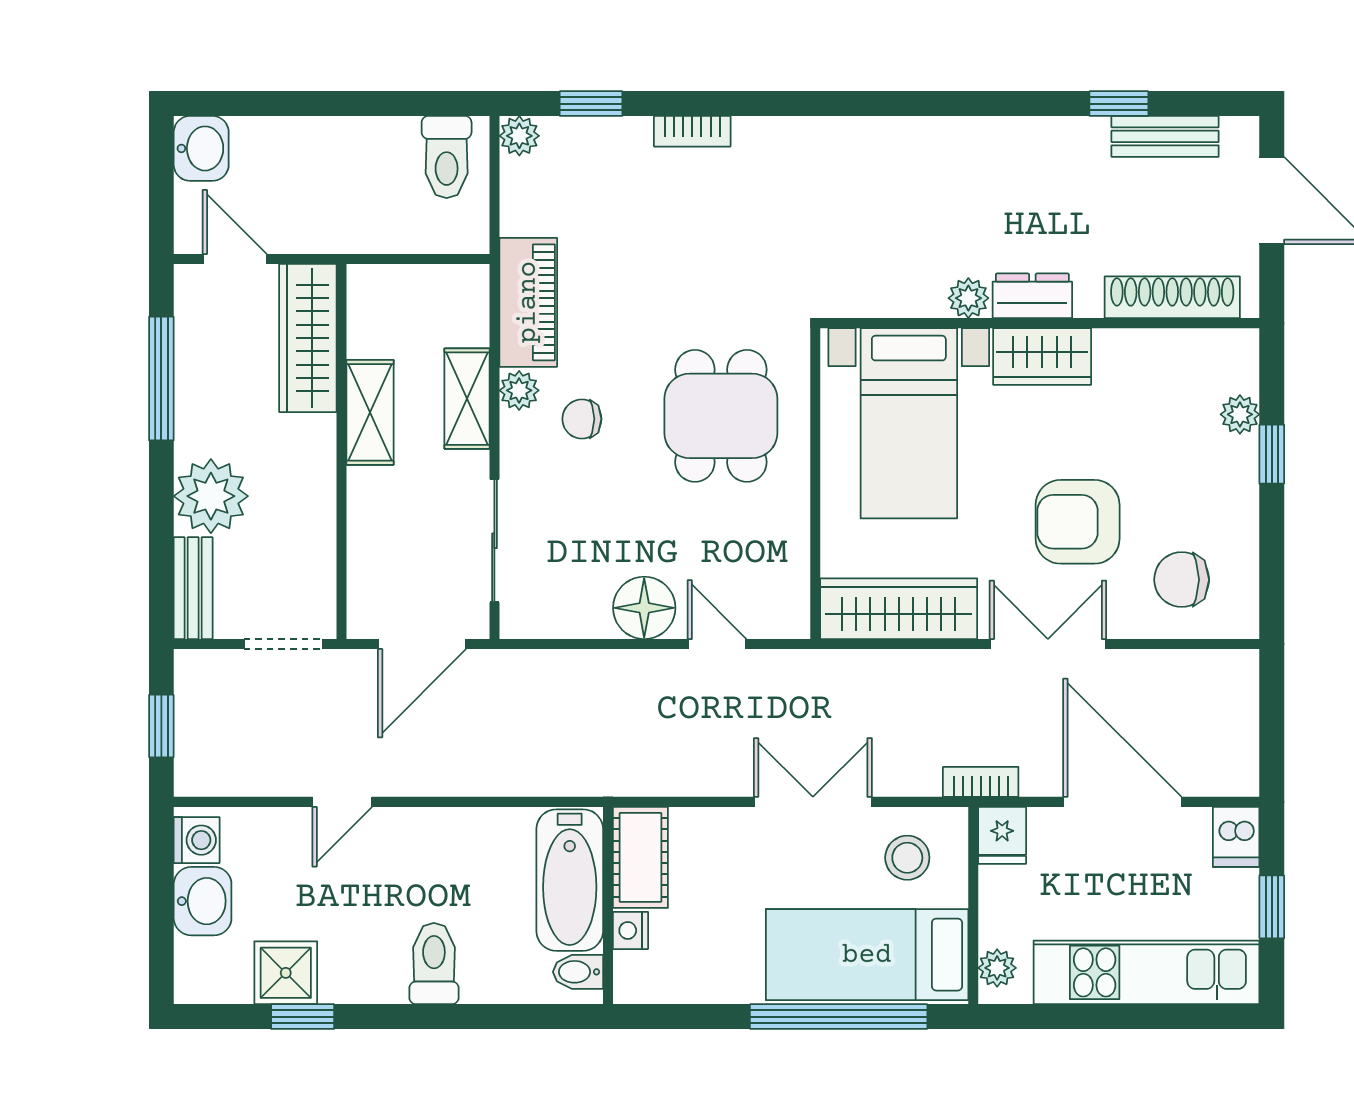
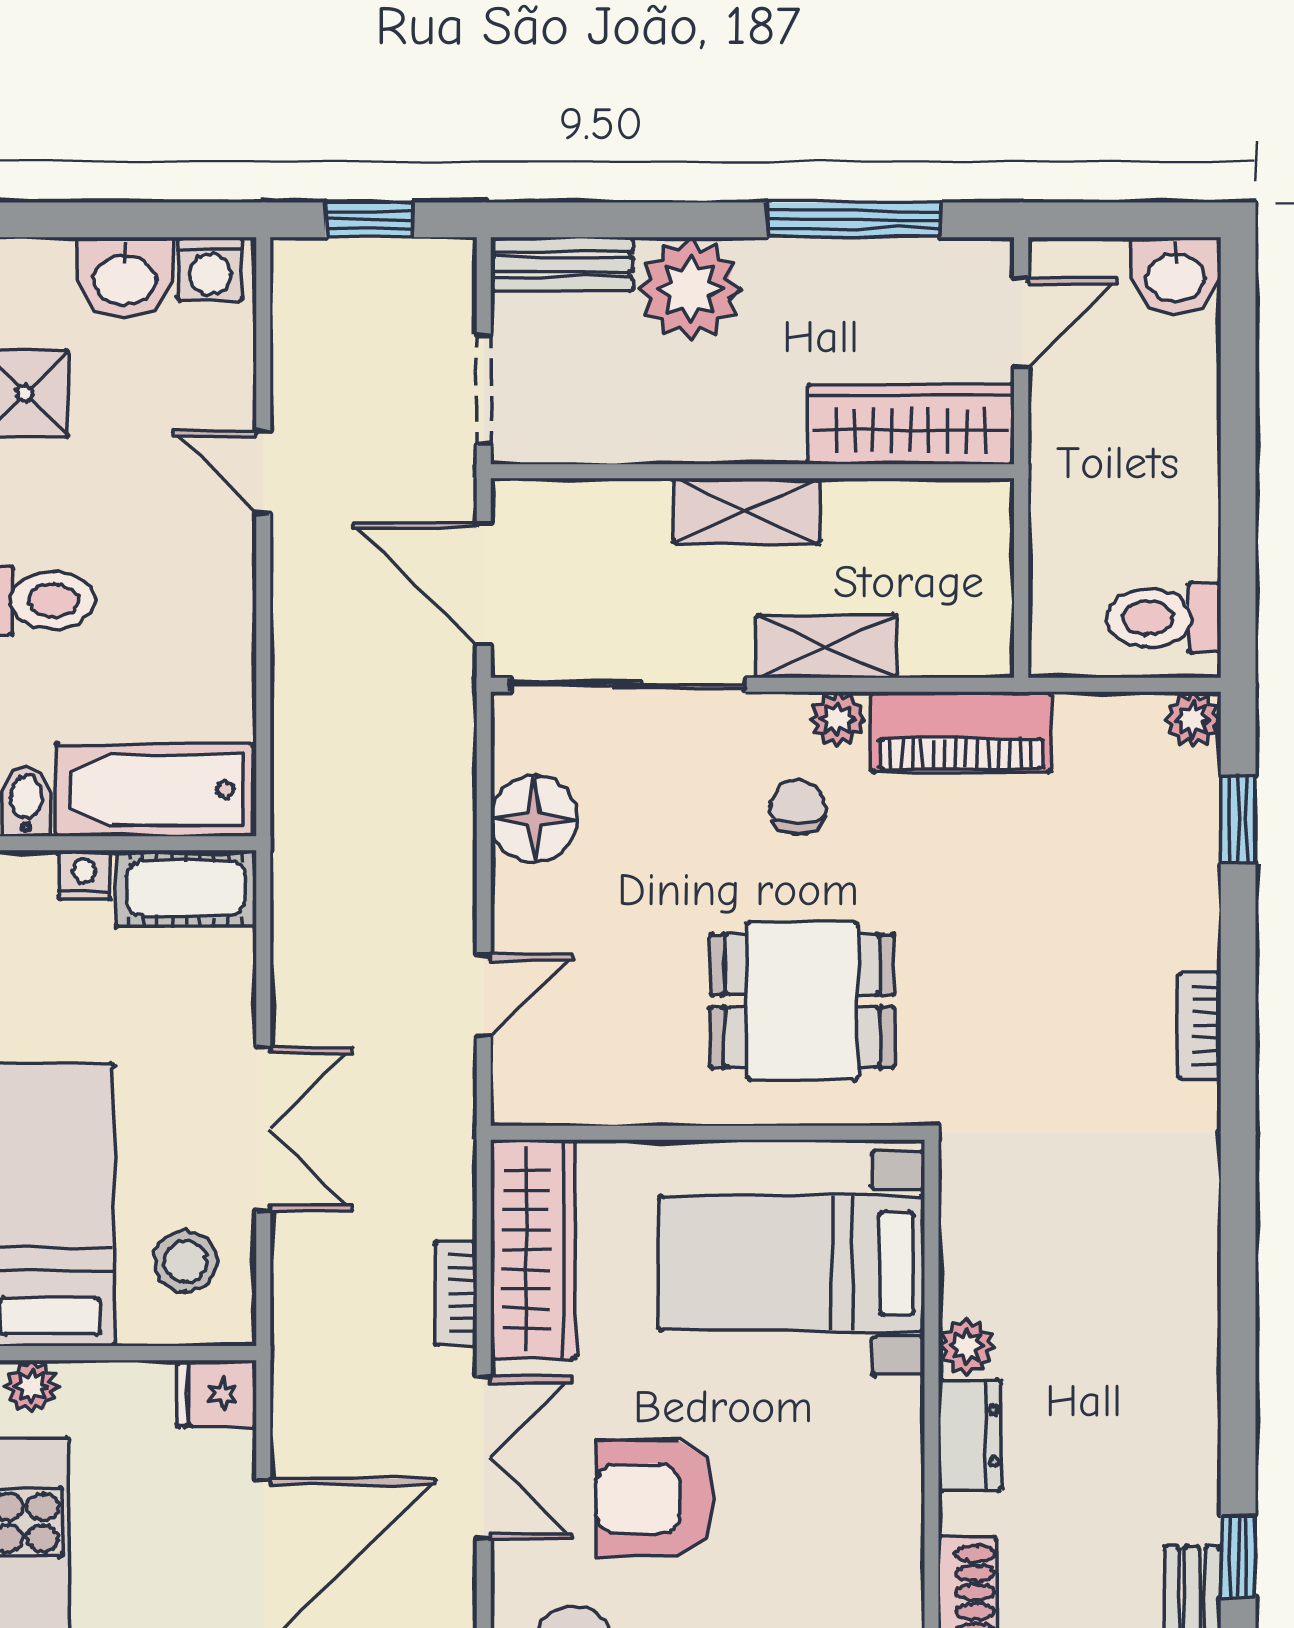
bookcase: (692, 131) -> (1200, 1026), moved
wardrobe: (1042, 357) -> (885, 1449), removed
shelving: (370, 412) -> (746, 511), moved
armchair: (1078, 522) -> (654, 1499), turned -90
sliding door: (494, 541) -> (628, 685), width x1.37
floor lamp: (644, 608) -> (534, 819), moved
bookcase: (981, 782) -> (456, 1293), moved, turned 180

